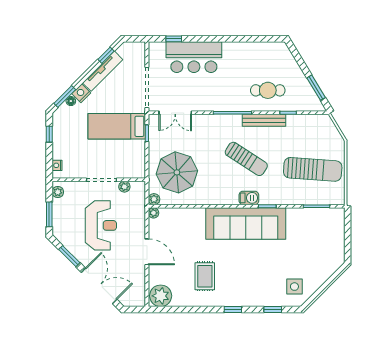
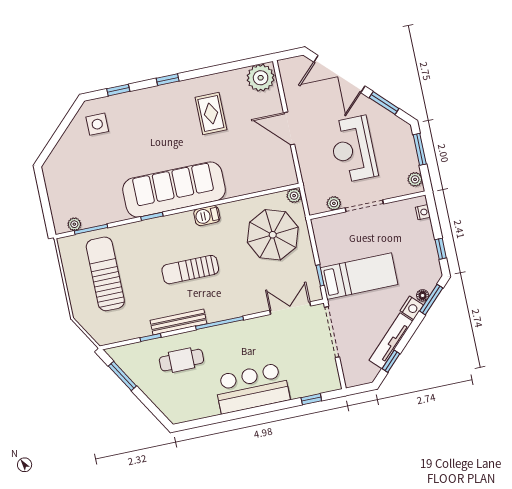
bar counter: (194, 57) -> (252, 388), moved
sun lounger: (246, 159) -> (190, 270), turned -33
sun lounger: (313, 169) -> (105, 274), turned 86
barbecue: (249, 198) -> (207, 216), moved
plant: (153, 213) -> (74, 224), moved

